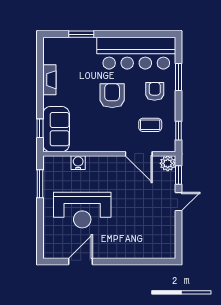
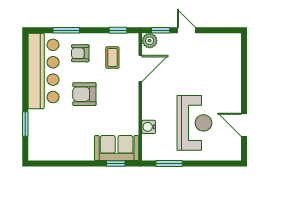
fireplace: (49, 80) -> (69, 155), removed

